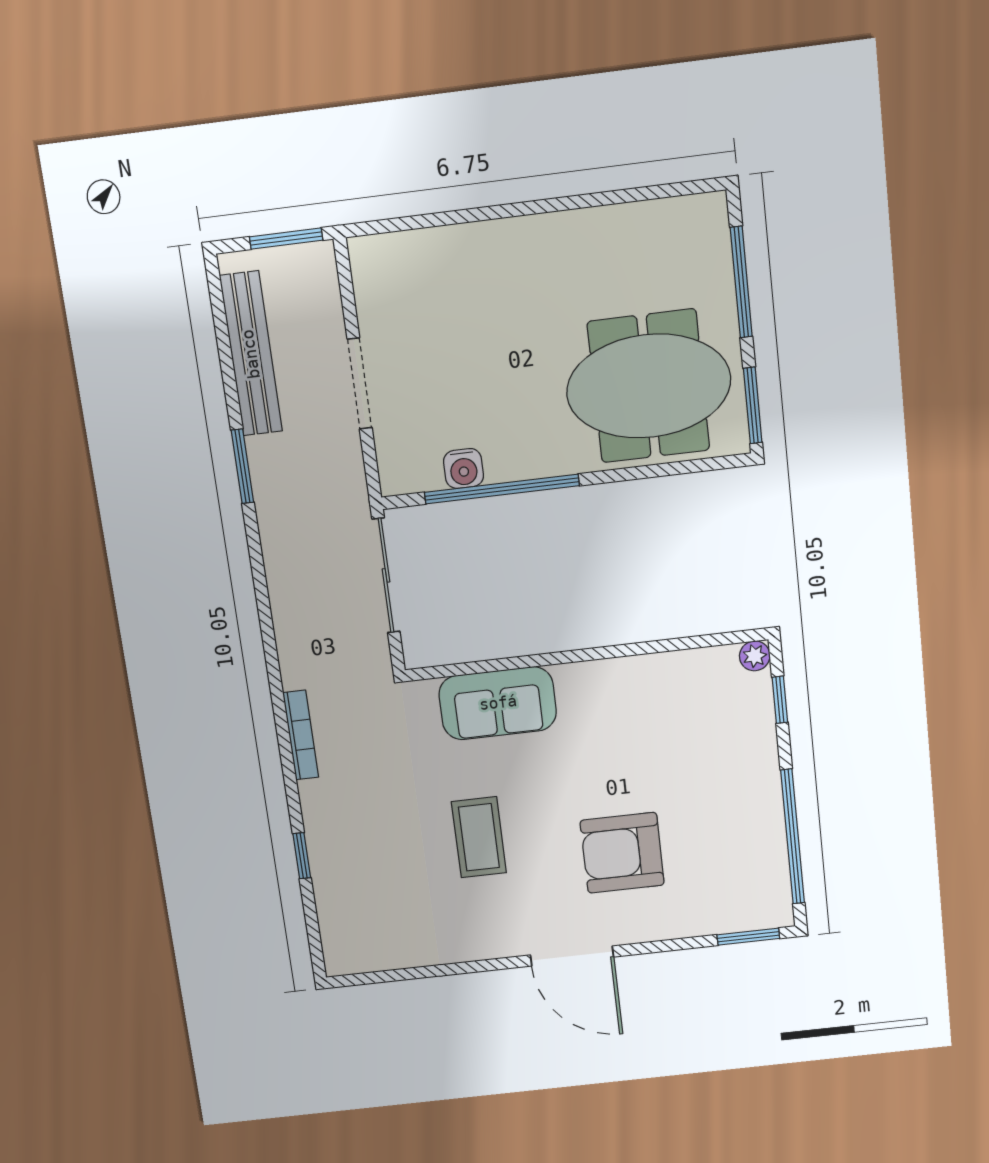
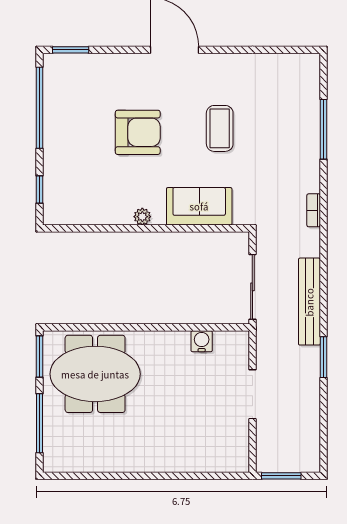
bench: (251, 354) -> (309, 302), moved
window: (502, 489) -> (182, 327), removed
plant: (755, 656) -> (142, 217), moved
bookcase: (301, 735) -> (314, 210), width x0.64
armchair: (622, 853) -> (138, 132), moved
window: (302, 856) -> (323, 129), width x2.17

